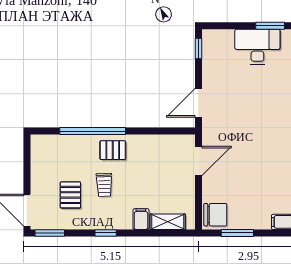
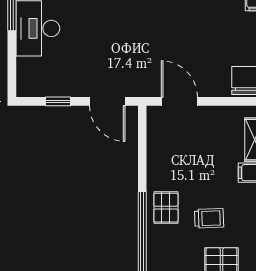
window: (198, 48) -> (58, 101), moved

